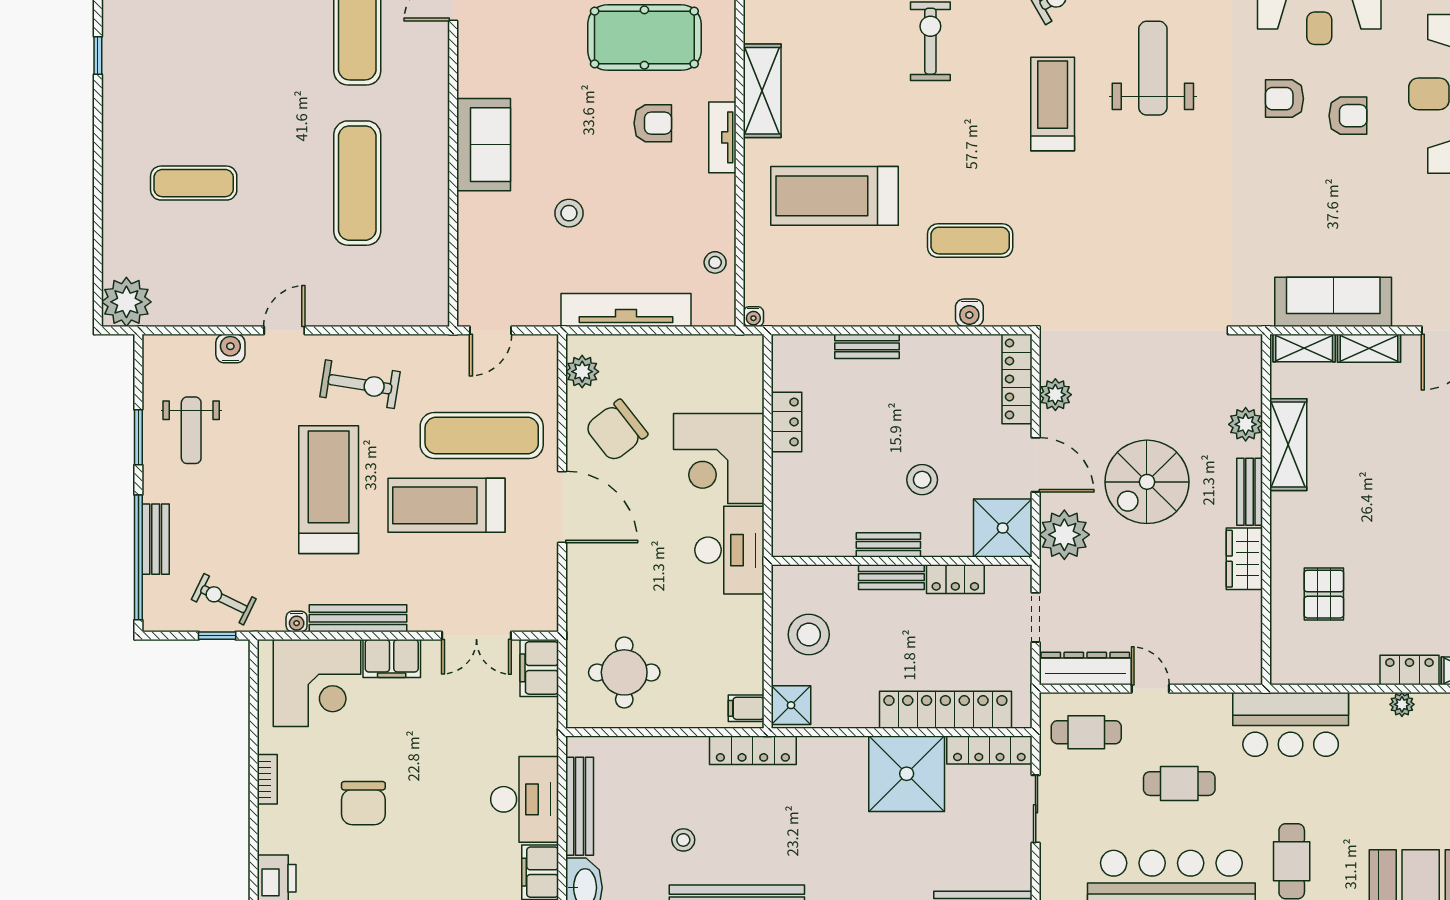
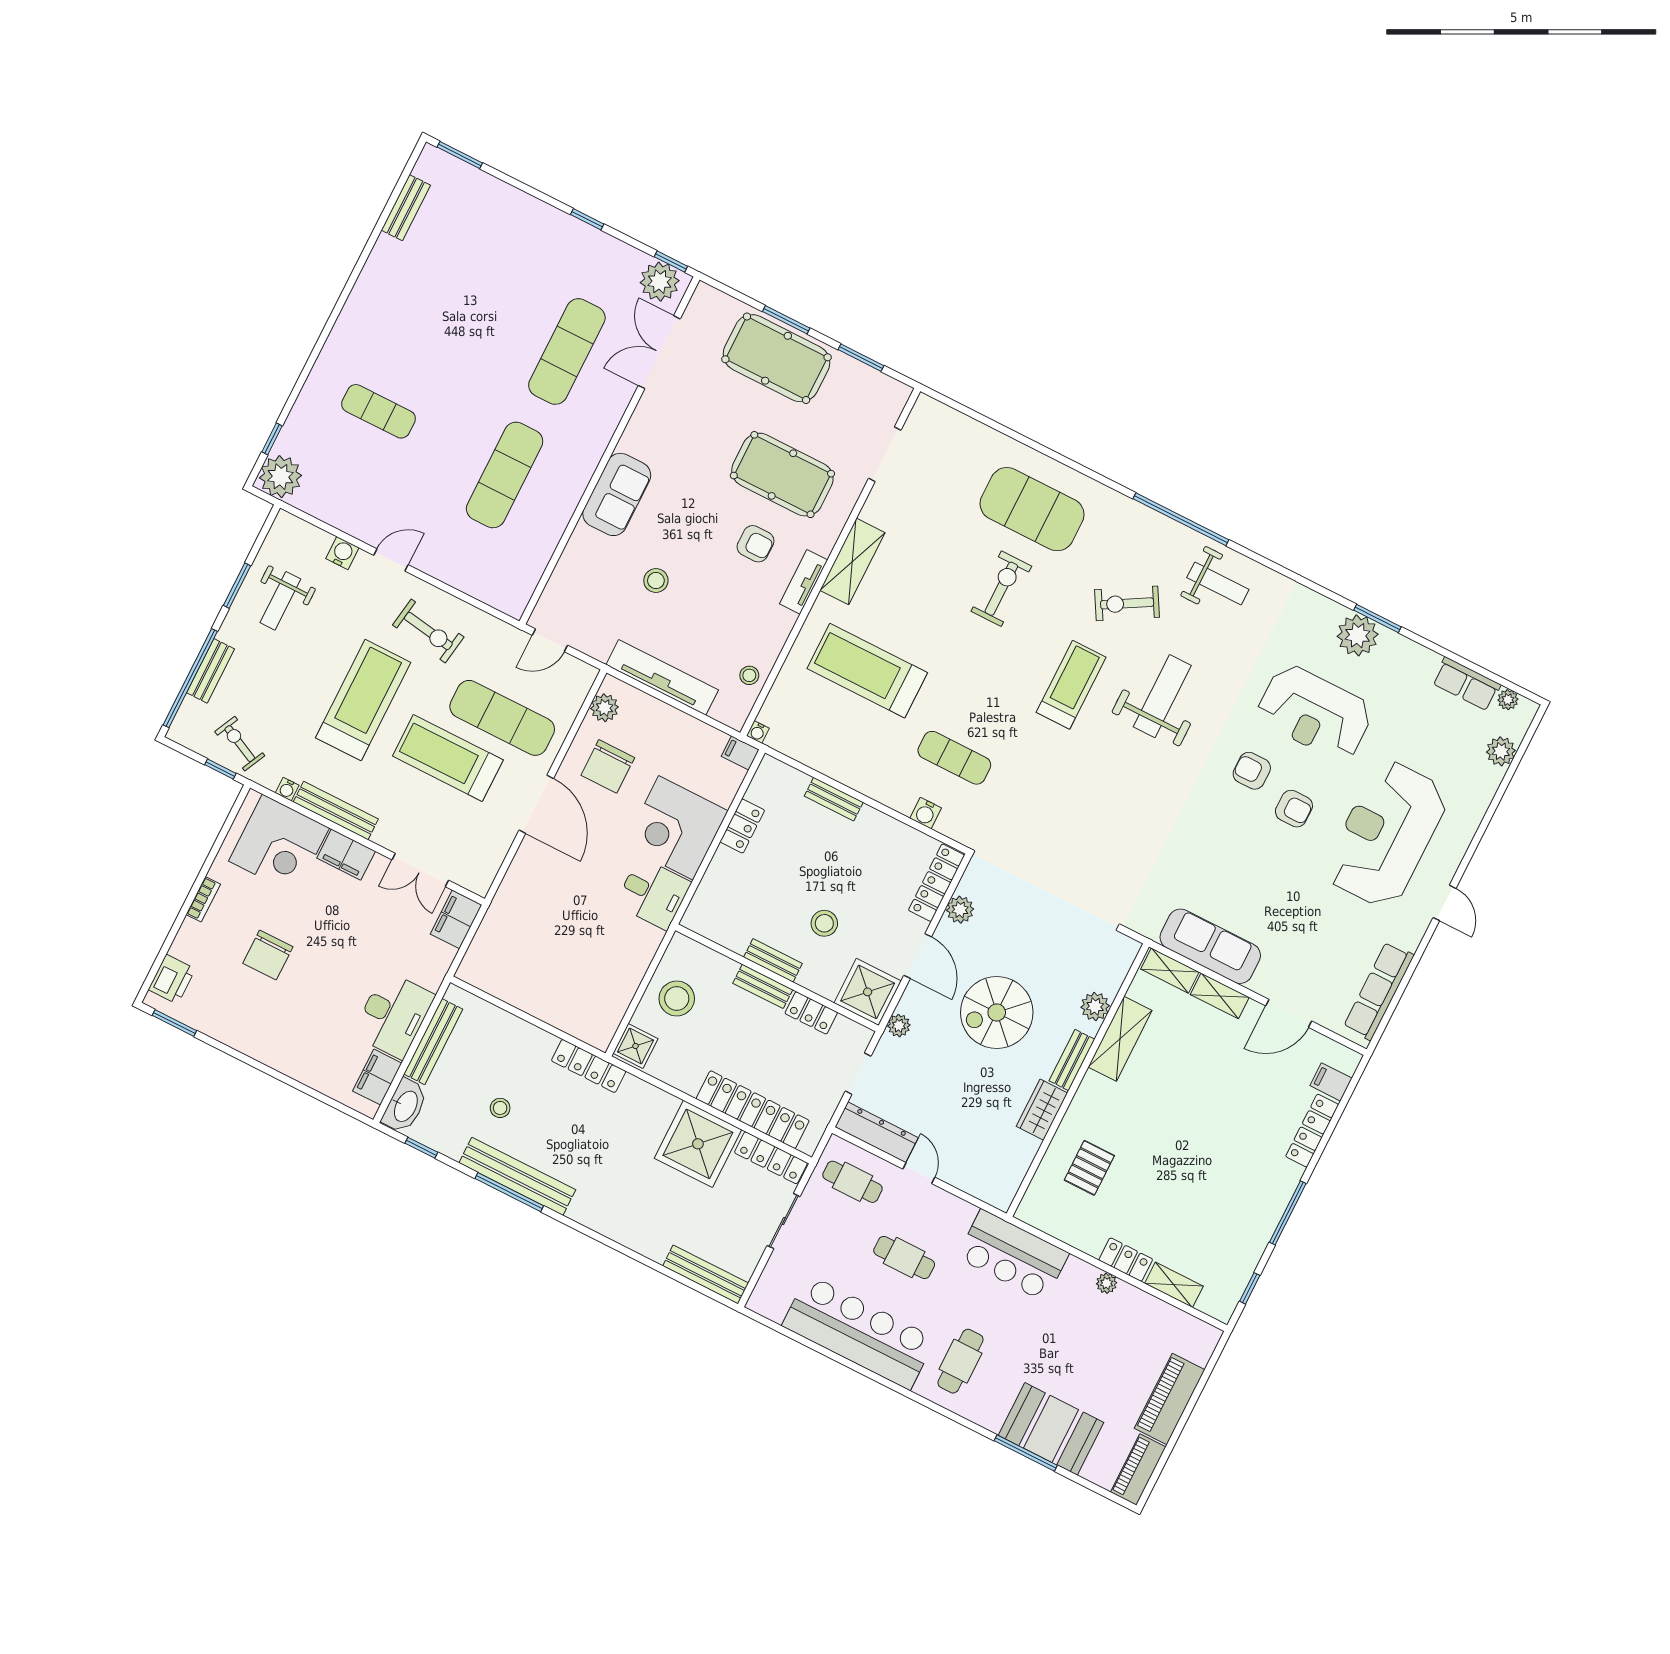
window: (98, 56) -> (272, 439), moved
chair: (616, 431) -> (608, 766), turned -52
plant: (1064, 535) -> (899, 1026), width x0.53, depth x0.53
desk: (729, 550) -> (653, 893), width x0.73
round table: (624, 672) -> (520, 956), removed
filing cabinet: (746, 708) -> (740, 753), moved

